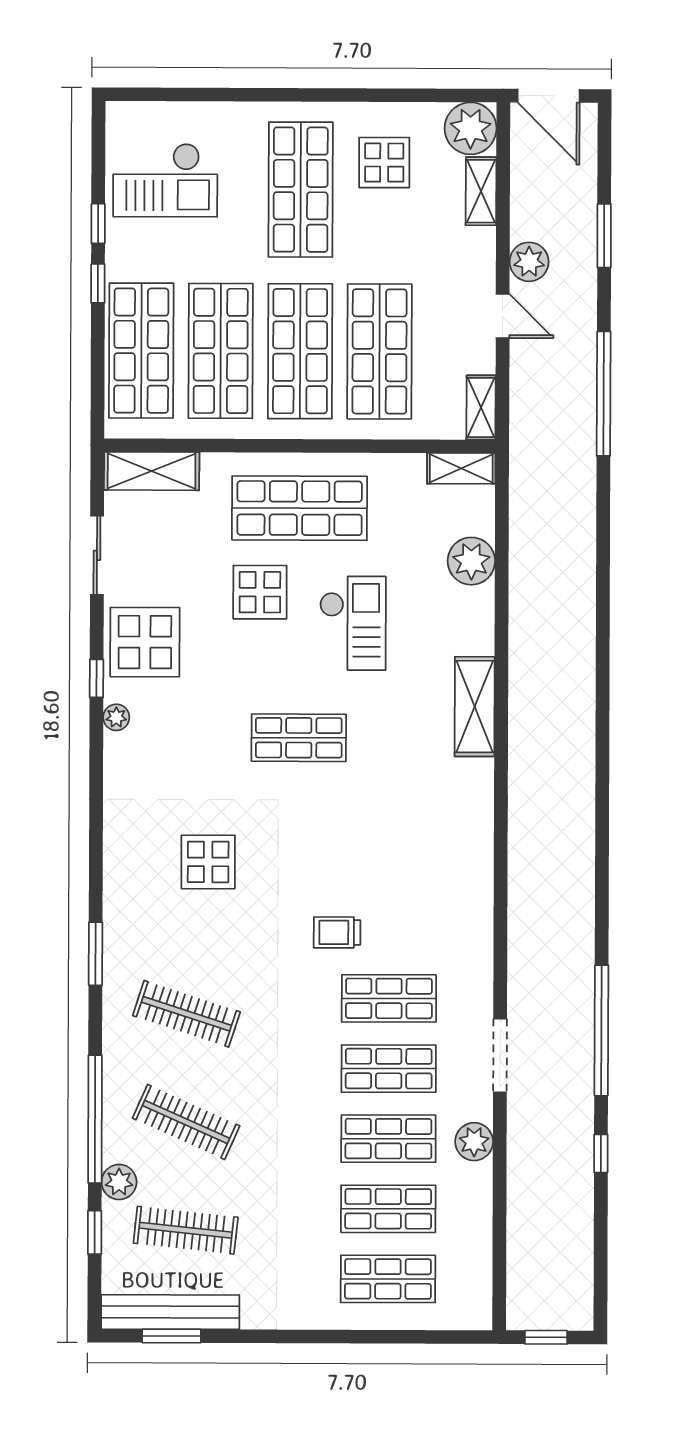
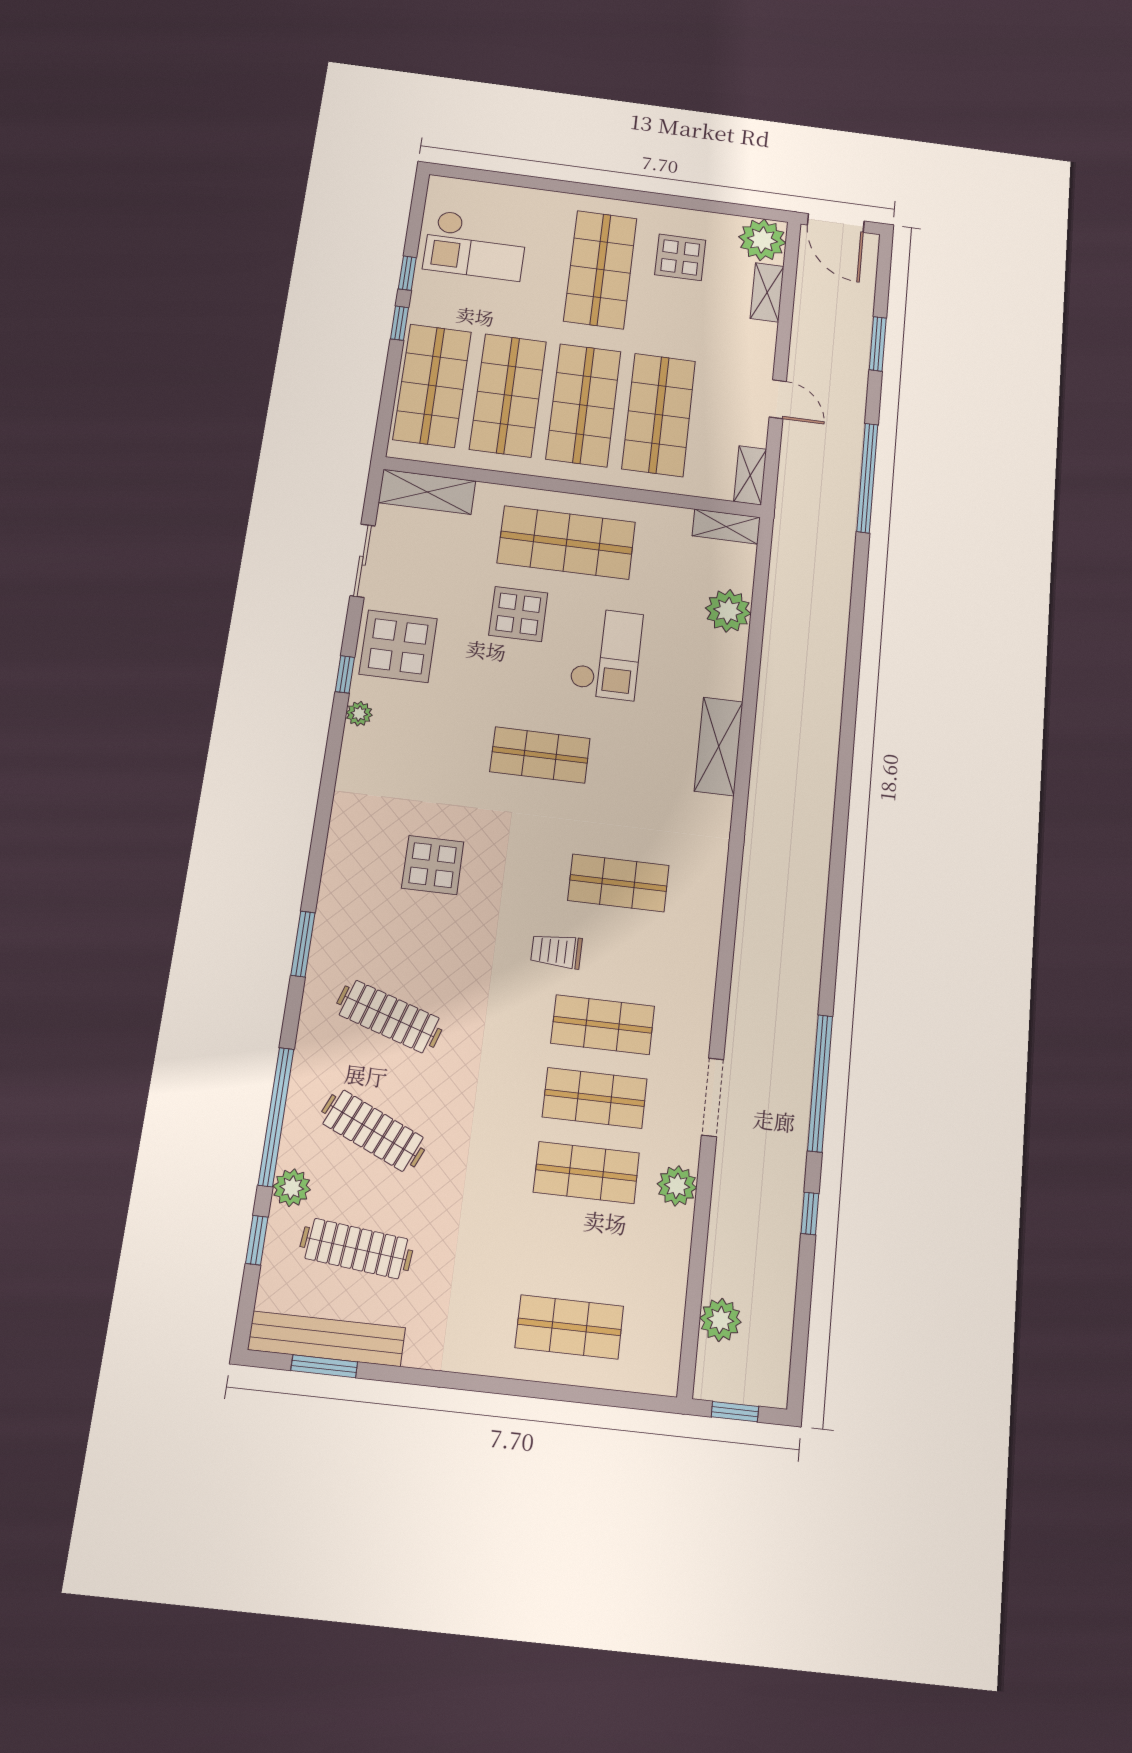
plant: (529, 262) -> (720, 1320), moved
shop shelf: (388, 1209) -> (618, 883), moved

